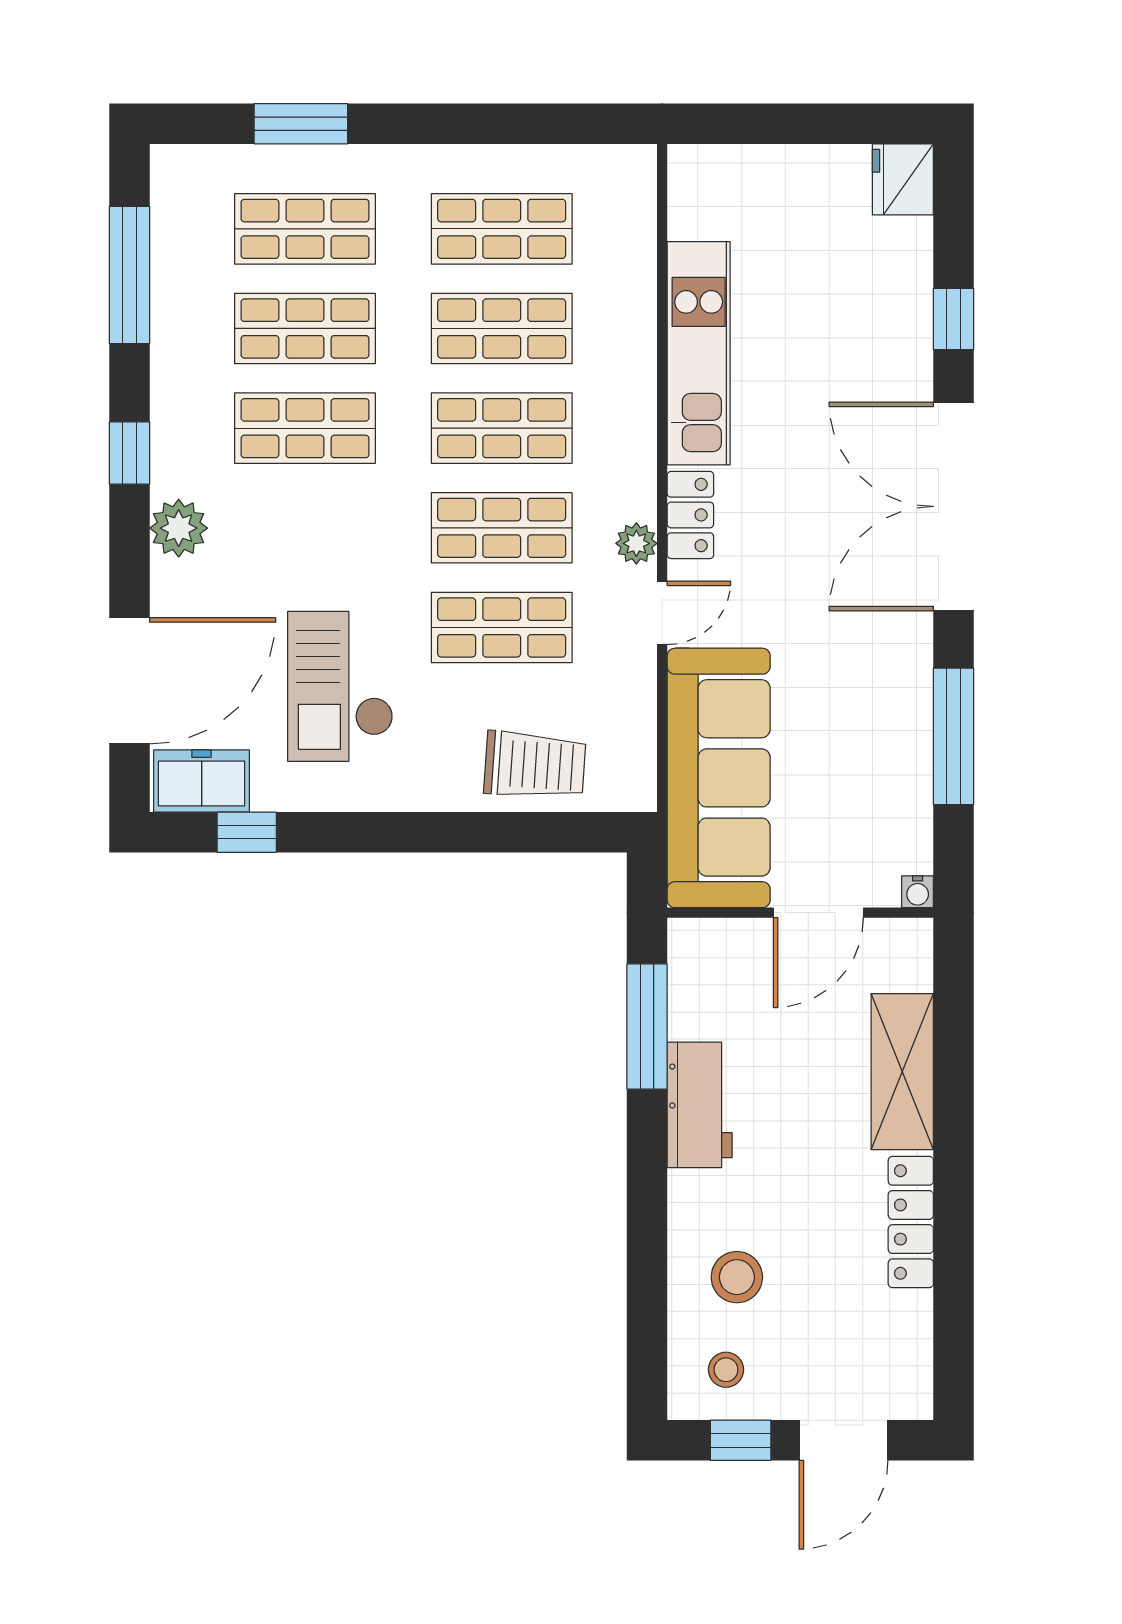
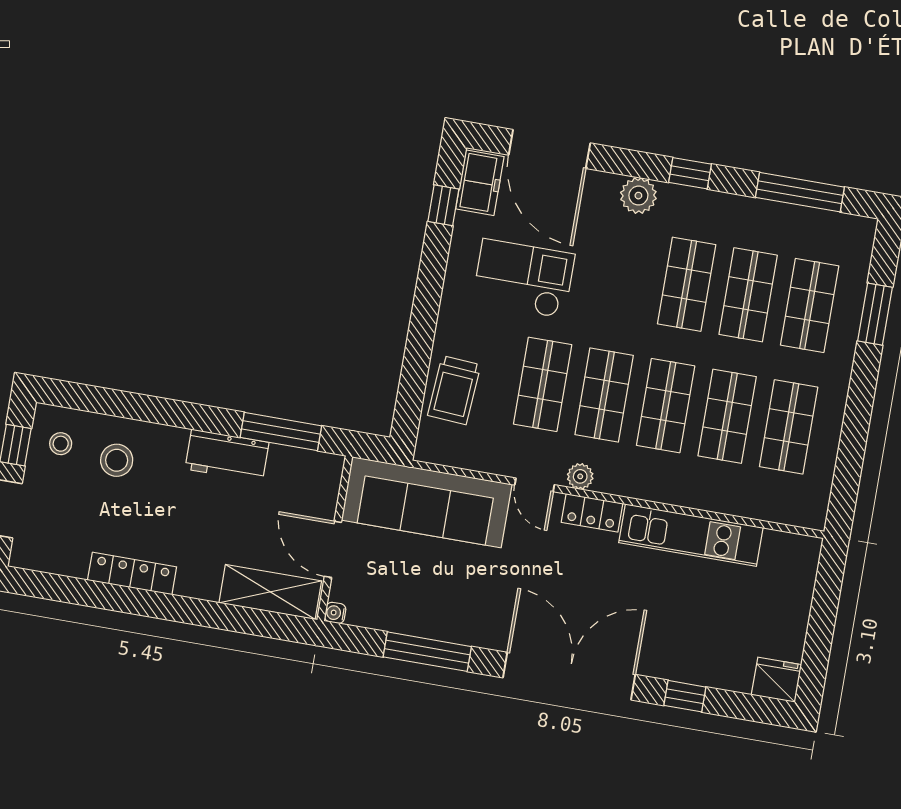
shelving: (902, 1072) -> (270, 592), moved

